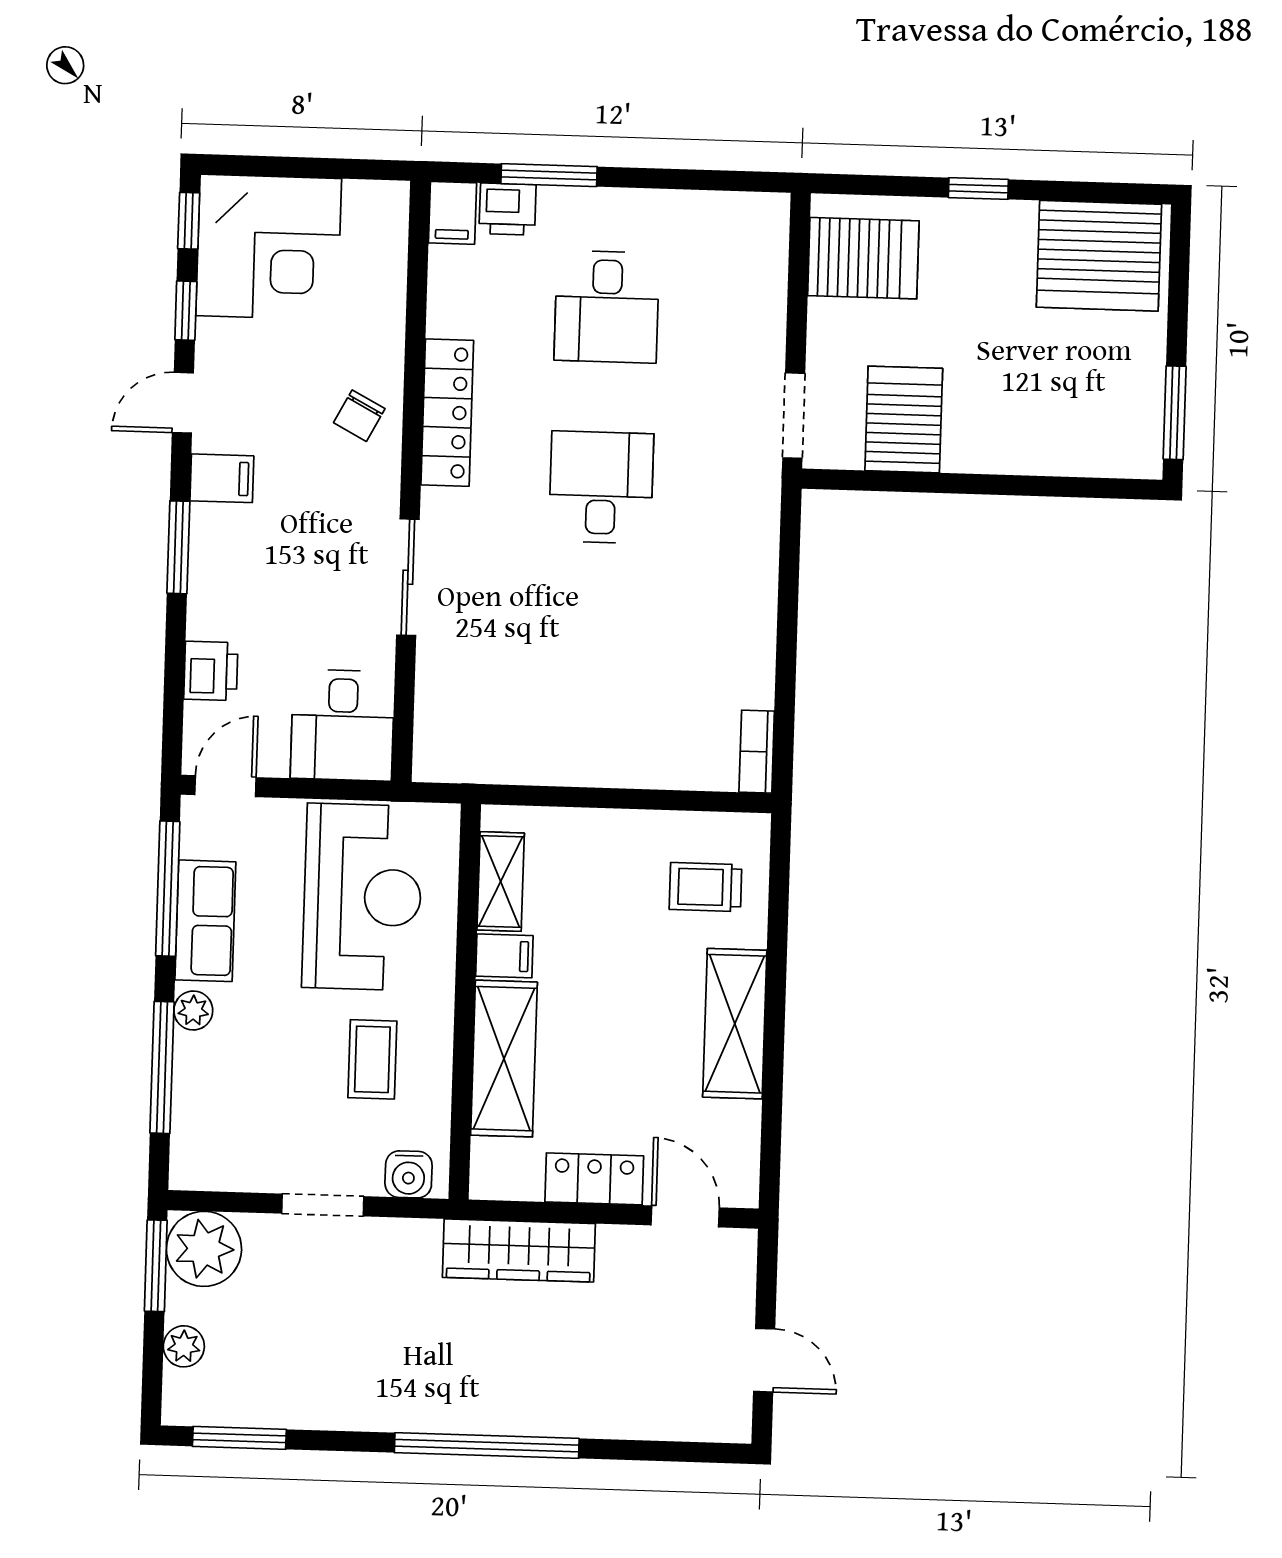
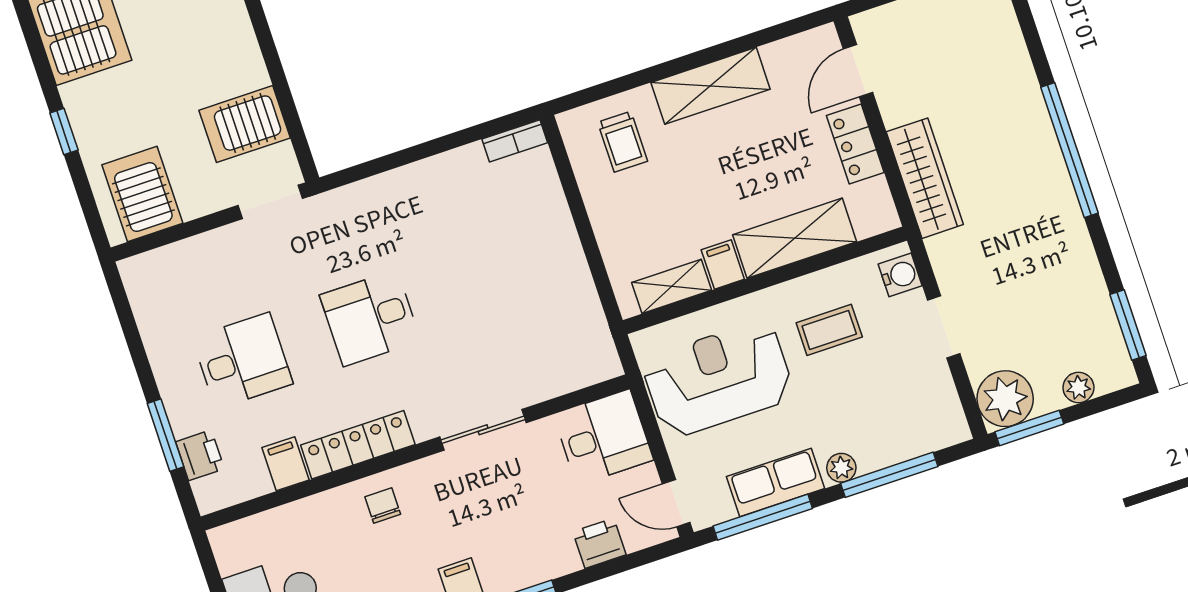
filing cabinet: (452, 213) -> (286, 464), moved, turned -90
chair: (359, 416) -> (383, 505), turned -118

